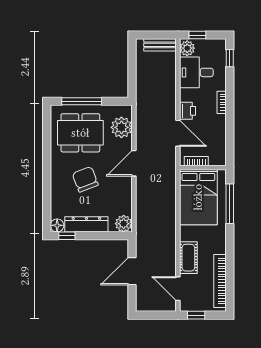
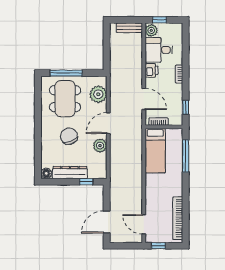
window: (230, 58) -> (186, 107), moved
printer: (188, 111) -> (152, 70), moved
dining table: (80, 133) -> (65, 99), turned 90
bed: (198, 197) -> (155, 151), width x0.67
plant: (124, 224) -> (100, 145), moved
window: (67, 236) -> (86, 182), moved
cot: (188, 258) -> (152, 199), removed
door: (132, 271) -> (107, 222), moved

